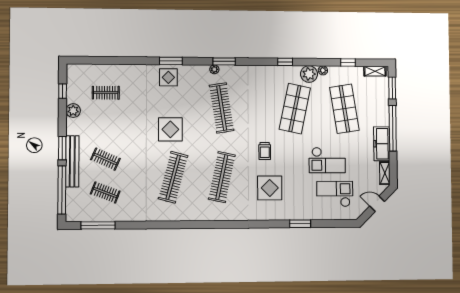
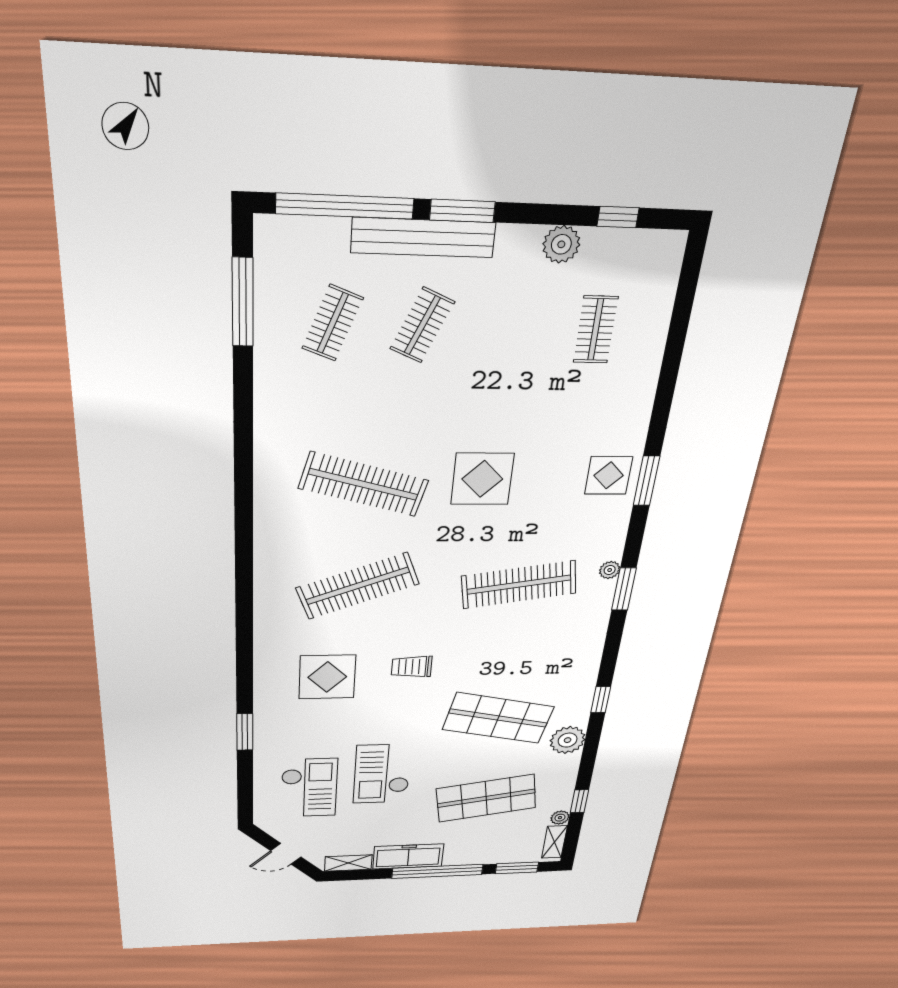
plant: (323, 70) -> (560, 818), moved
clothes rail: (222, 177) -> (358, 586), turned -33
door: (377, 204) -> (286, 854), swing flipped

